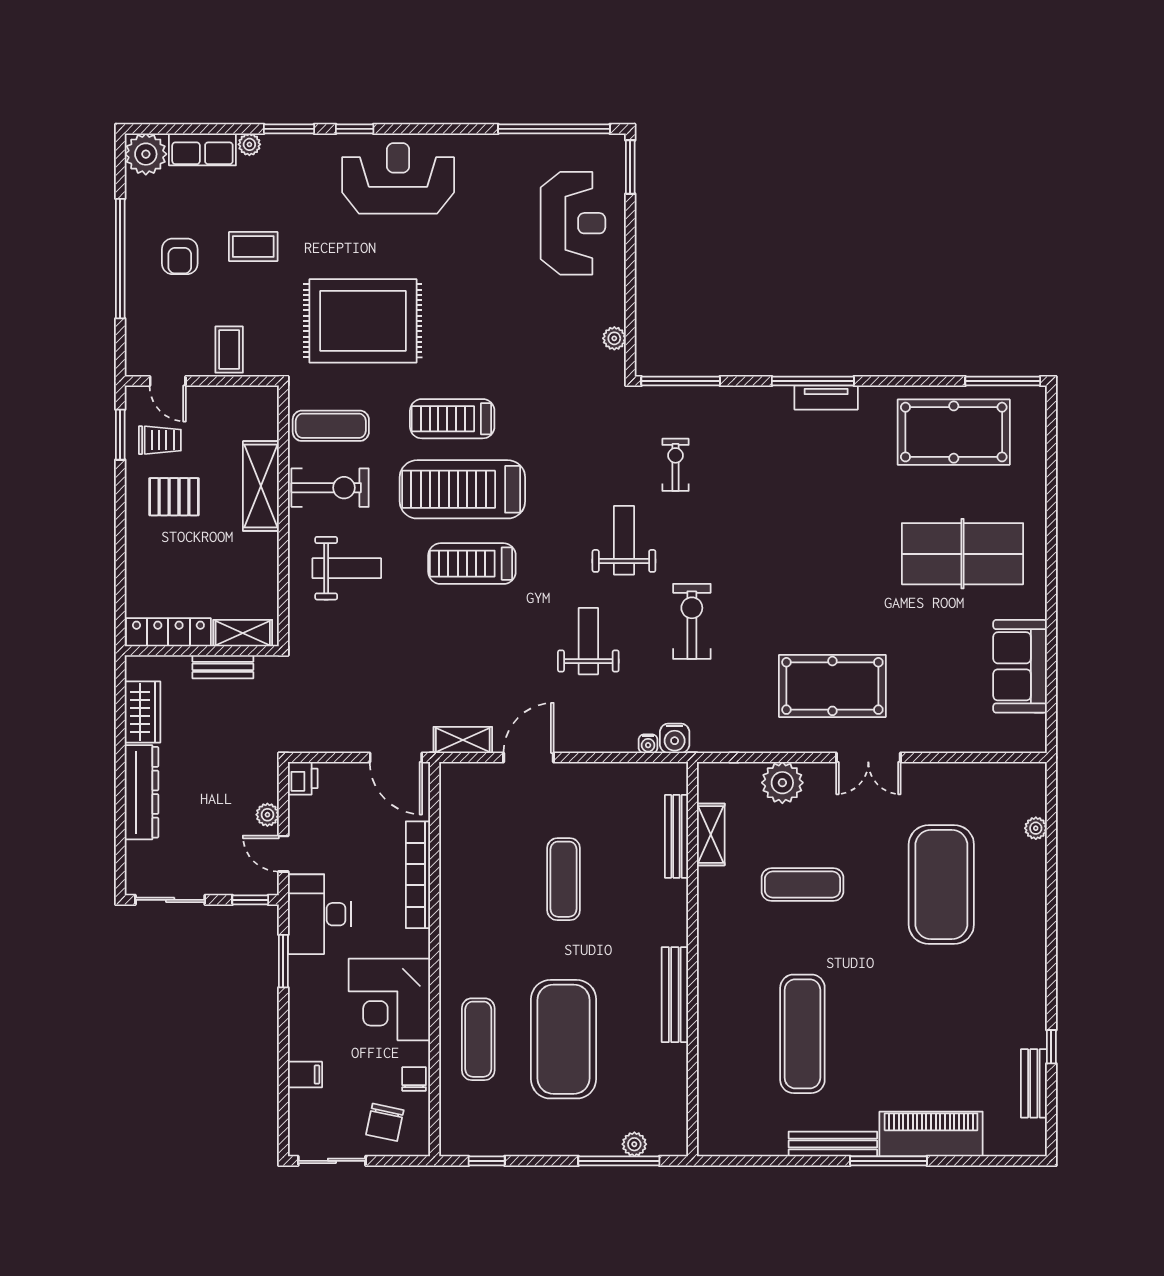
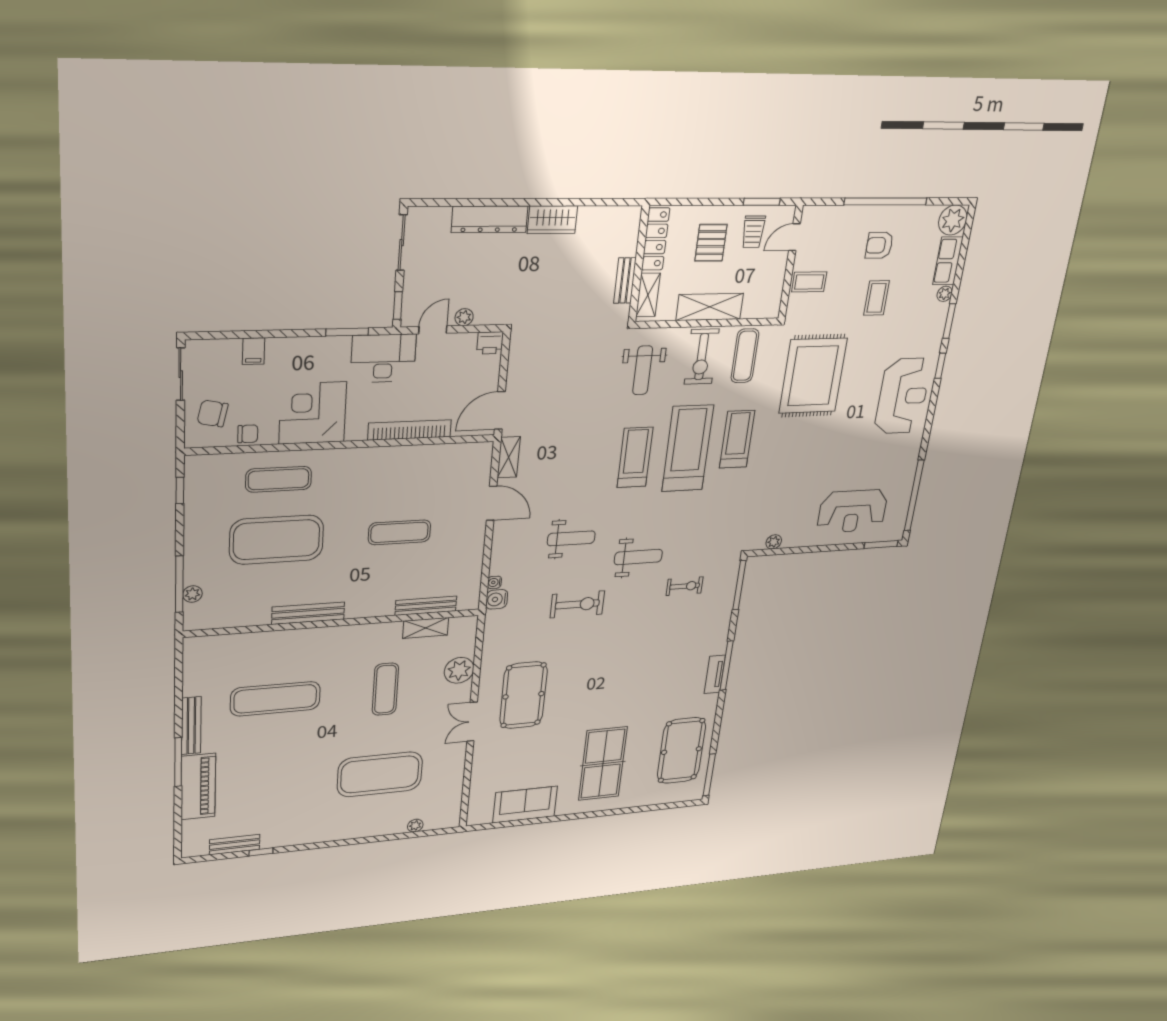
locker: (168, 632) -> (656, 239), moved
shelving: (243, 633) -> (648, 295), moved
wall: (202, 651) -> (639, 264), moved
bench: (223, 667) -> (625, 281), moved

